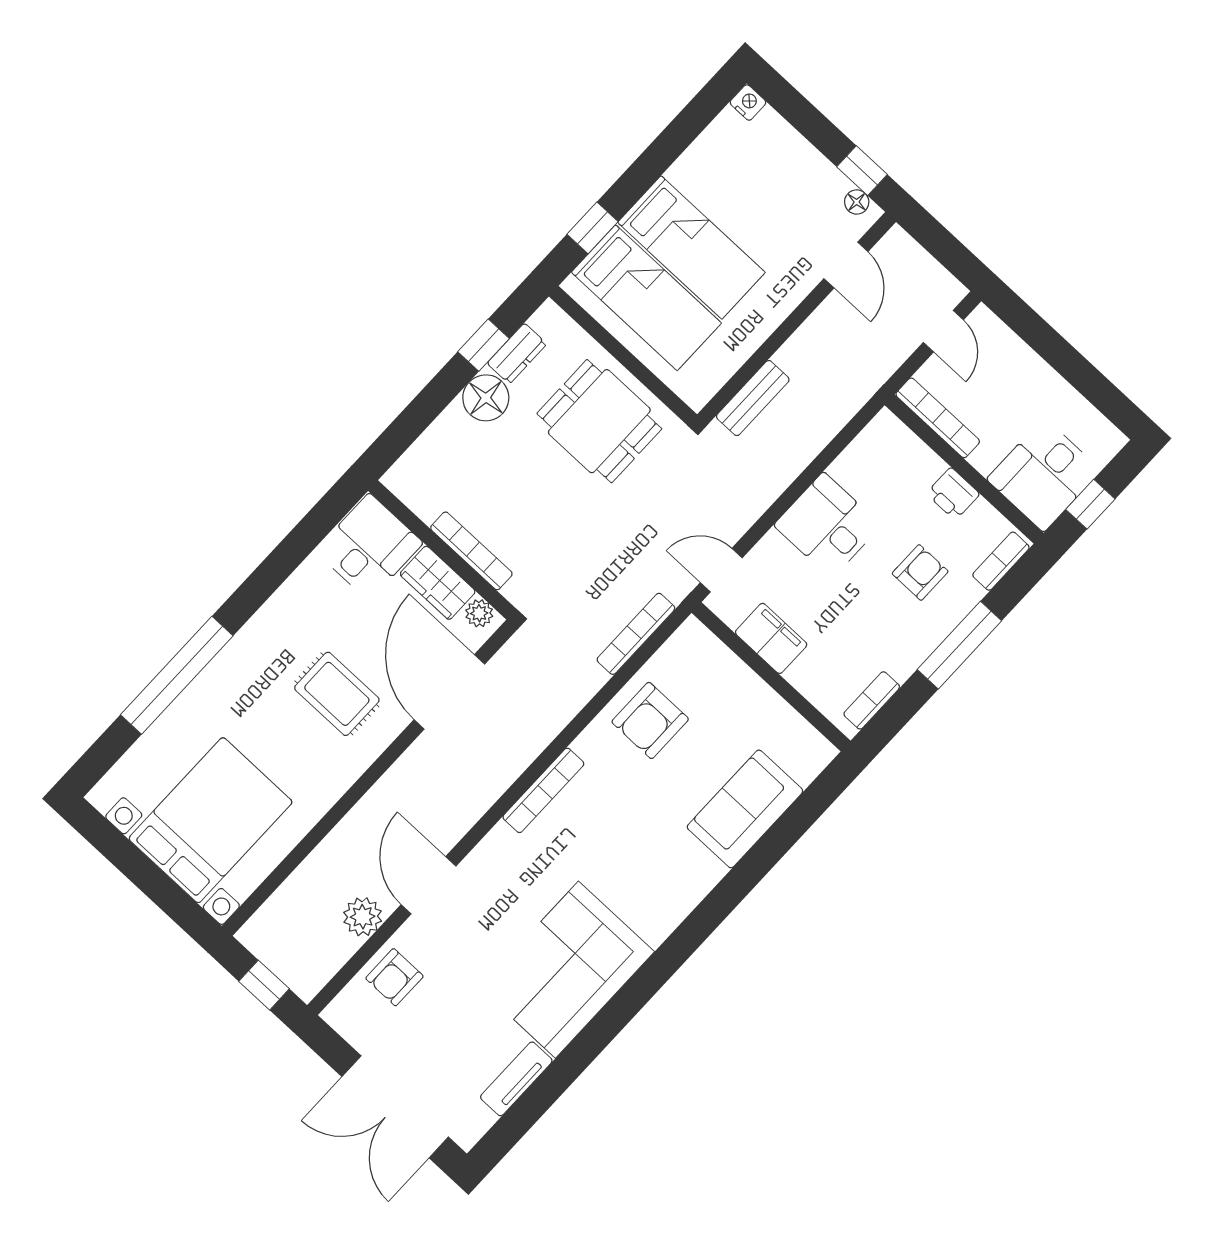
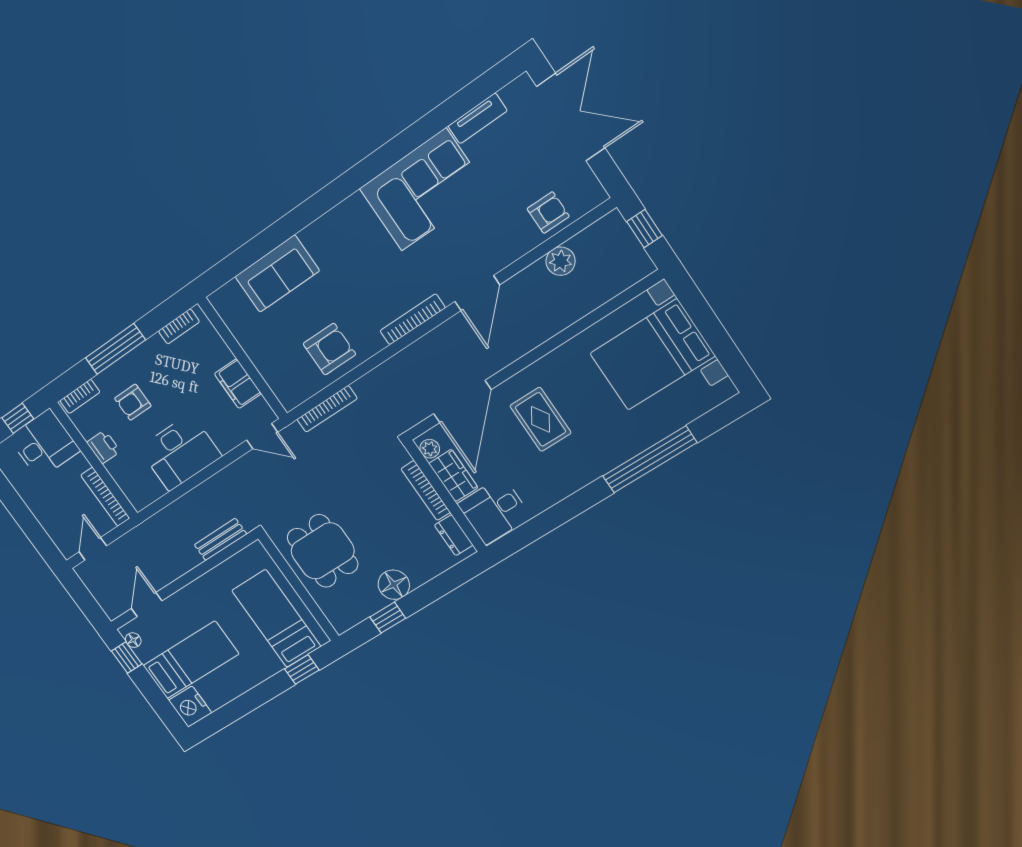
nightstand: (748, 103) -> (190, 707), width x1.89, depth x1.79
bed: (691, 247) -> (191, 660), moved, turned 90
dresser: (517, 354) -> (454, 535), moved, turned -90
desk: (827, 525) -> (180, 452), width x1.37
door: (428, 885) -> (477, 293), moved

